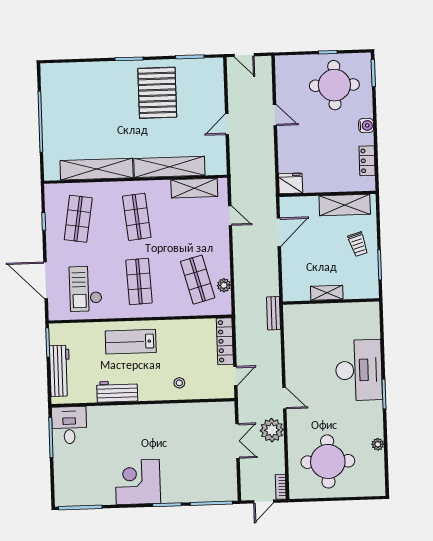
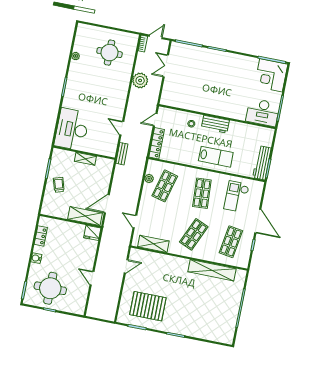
door: (244, 55) -> (103, 320), removed
pallet: (157, 93) -> (148, 306), moved, turned 90
door: (227, 124) -> (126, 266), moved
shelving: (169, 167) -> (166, 261), removed
shelving: (345, 205) -> (85, 216), moved
shop shelf: (137, 217) -> (194, 234), turned 30
door: (46, 280) -> (258, 221), moved
shop shelf: (198, 280) -> (165, 186), turned 30
checkout: (86, 289) -> (237, 197), turned 180
desk: (359, 370) -> (72, 129), moved
workbench: (60, 371) -> (262, 163), moved
workbench: (117, 391) -> (215, 124), moved
door: (284, 398) -> (122, 128), moved
desk: (69, 425) -> (263, 112), width x1.37
double door: (238, 441) -> (166, 66), moved
round table: (328, 461) -> (109, 53), width x0.73, depth x0.73
corner desk: (138, 482) -> (271, 75), moved, turned 90

